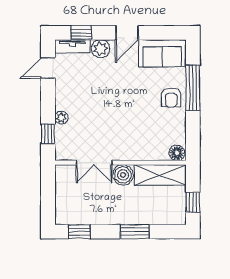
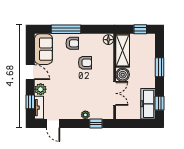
armchair: (141, 117) -> (85, 63), added
freezer: (78, 214) -> (148, 104), added

